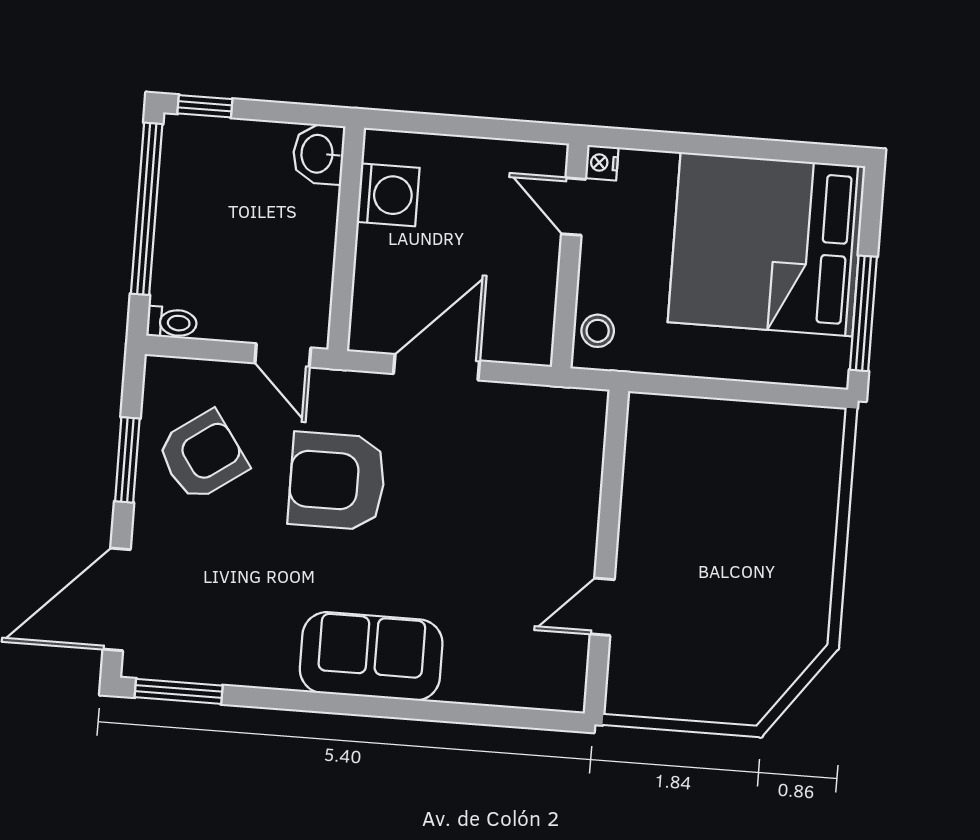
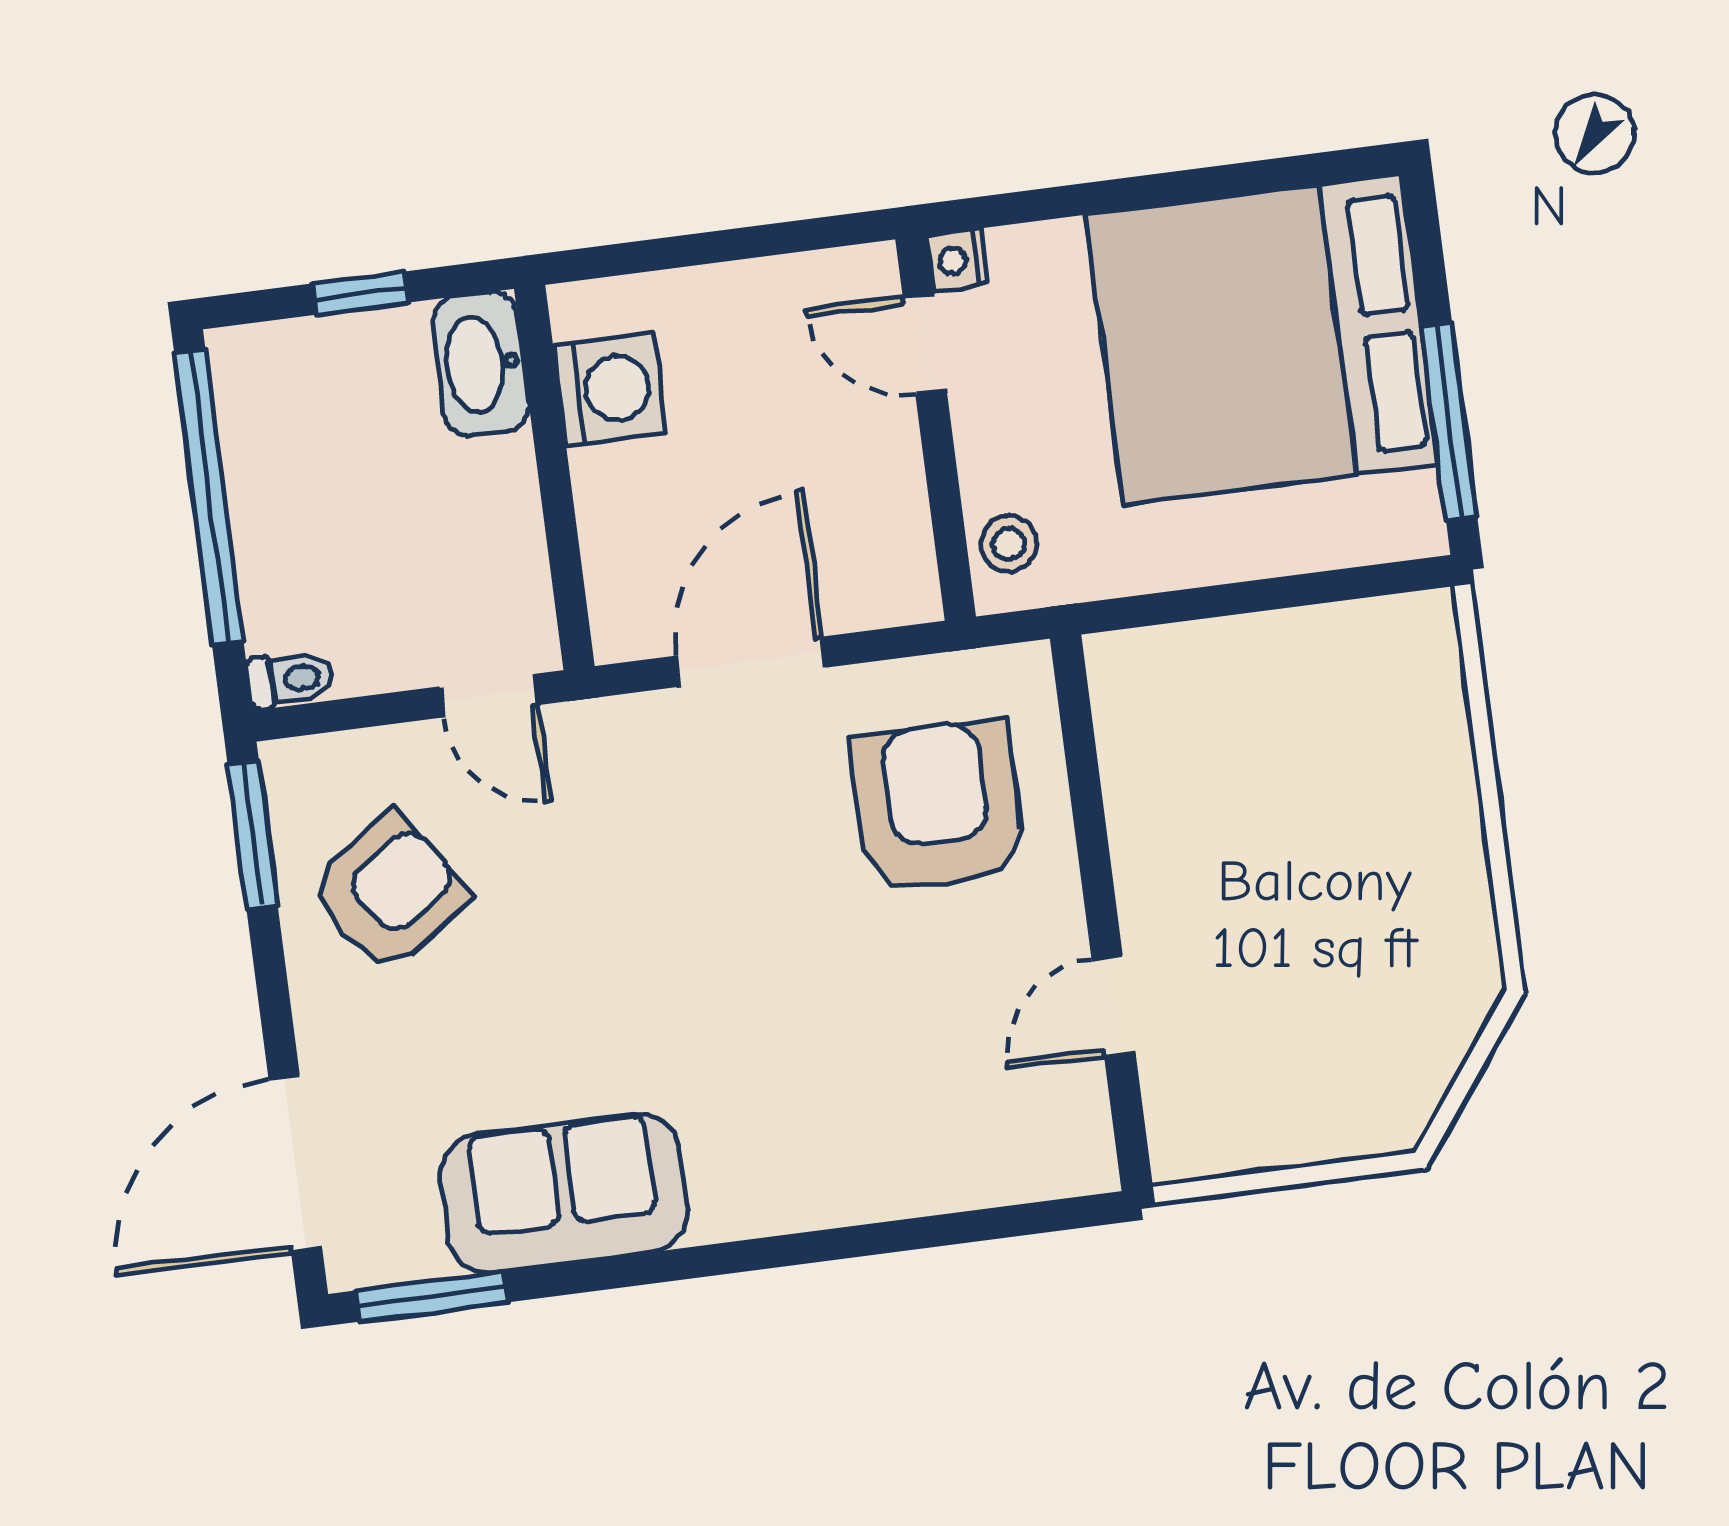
window: (205, 106) -> (360, 293), moved
washbasin: (318, 154) -> (481, 364), width x1.38
window: (127, 460) -> (253, 834), moved
armchair: (337, 481) -> (938, 807), moved, turned 90
sofa: (371, 656) -> (564, 1193), moved

